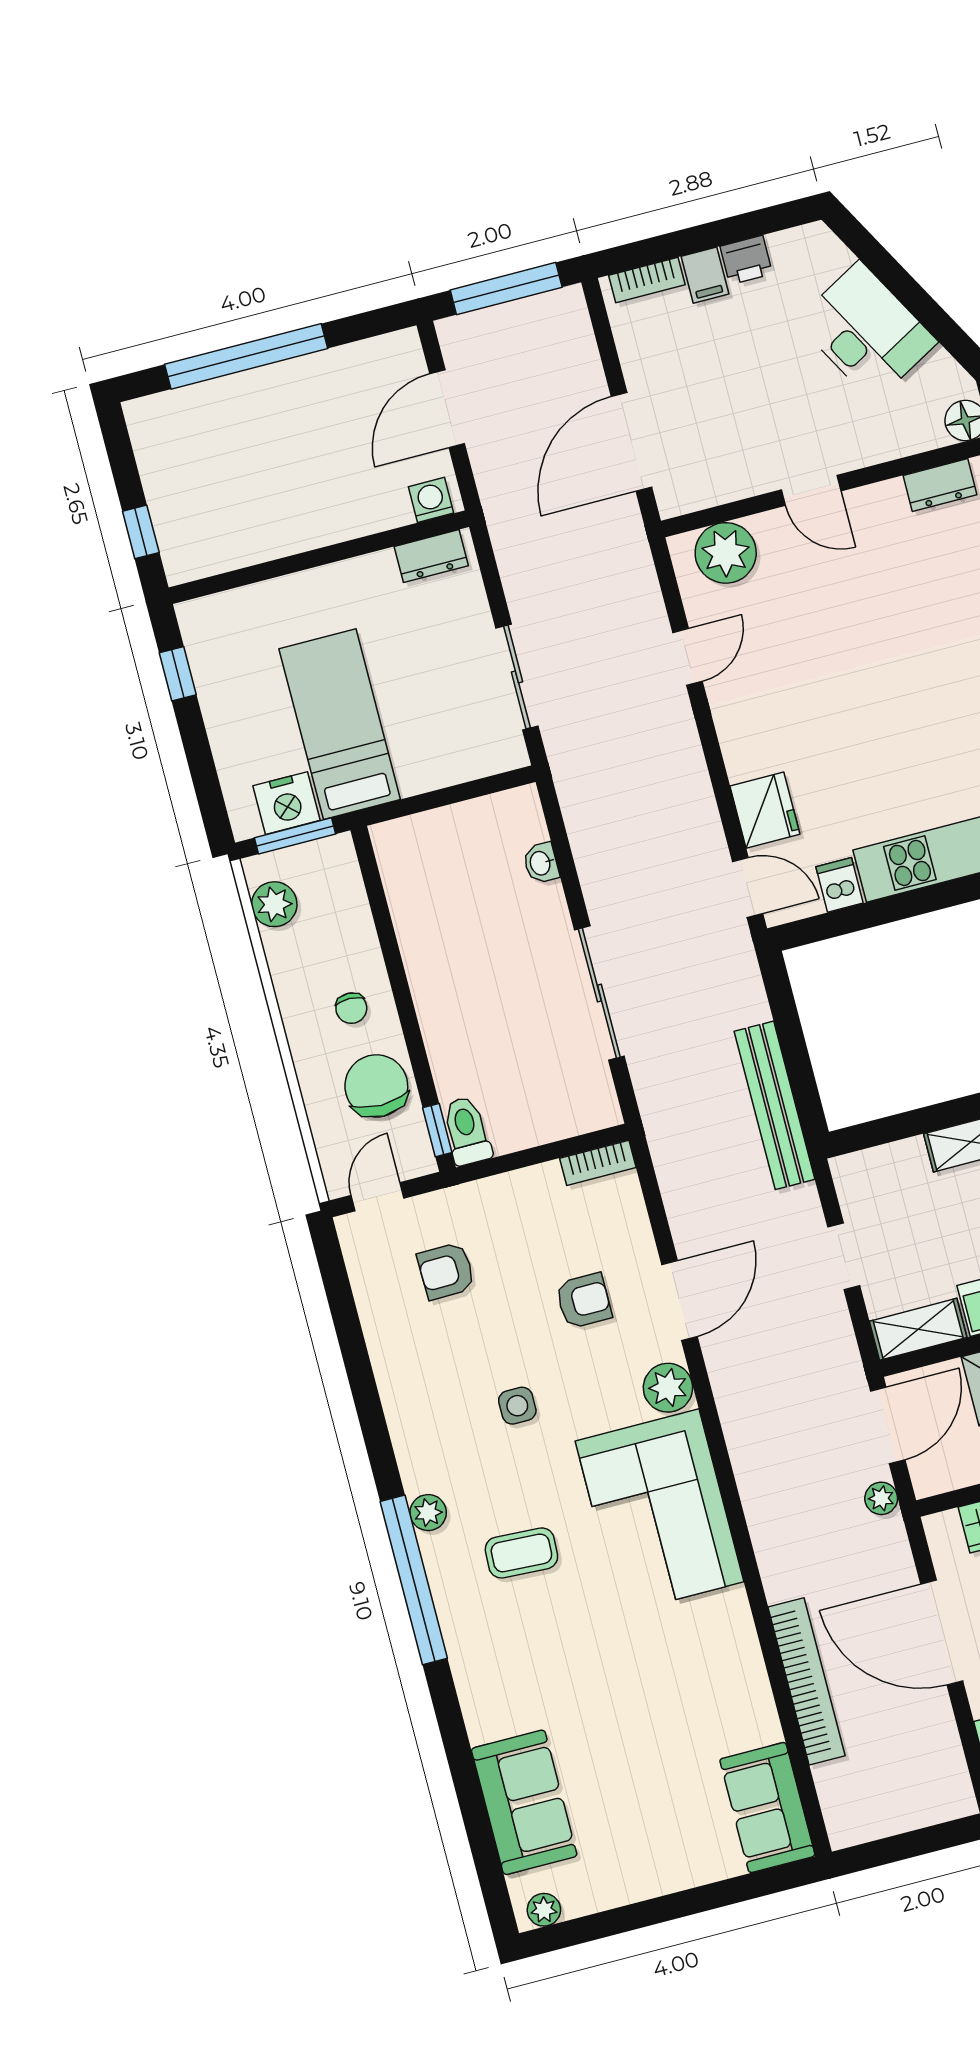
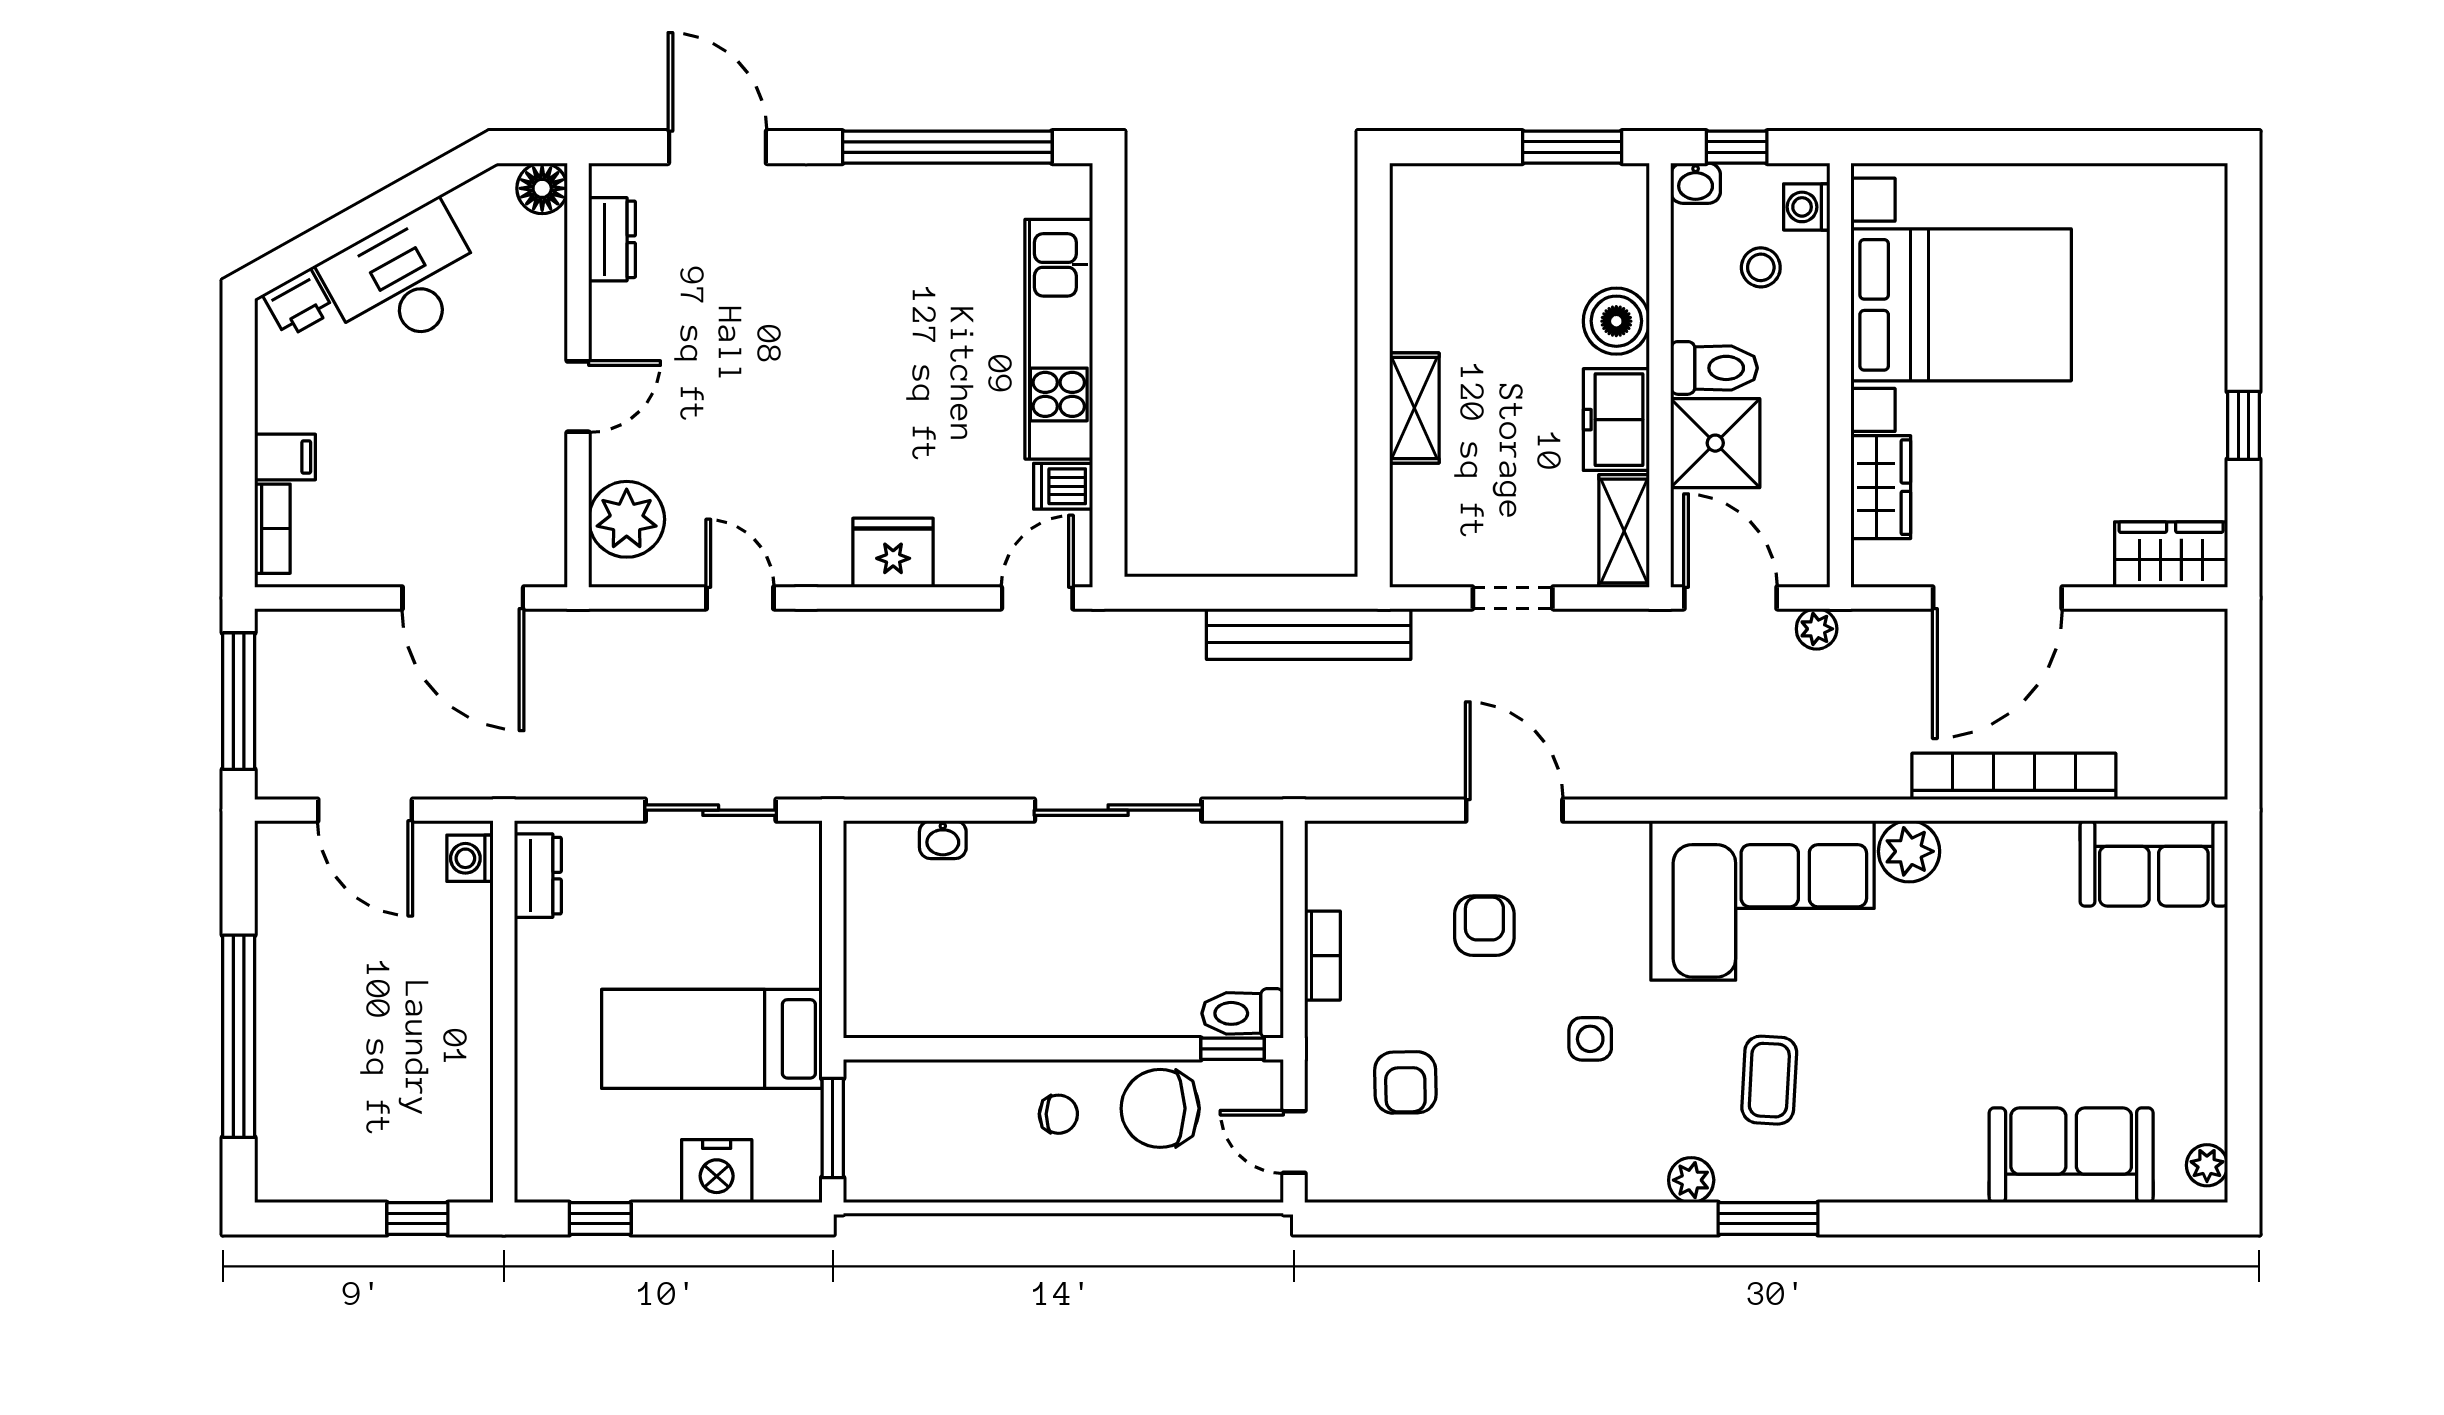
printer: (746, 260) -> (298, 303), moved, turned 61
nightstand: (287, 803) -> (717, 1171), moved, turned 90
fridge: (765, 810) -> (893, 553), moved
plant: (274, 904) -> (909, 1174), removed
bookcase: (598, 1163) -> (1323, 956), moved
plant: (668, 1388) -> (1909, 851), moved
window: (414, 1580) -> (1768, 1219), width x0.47

